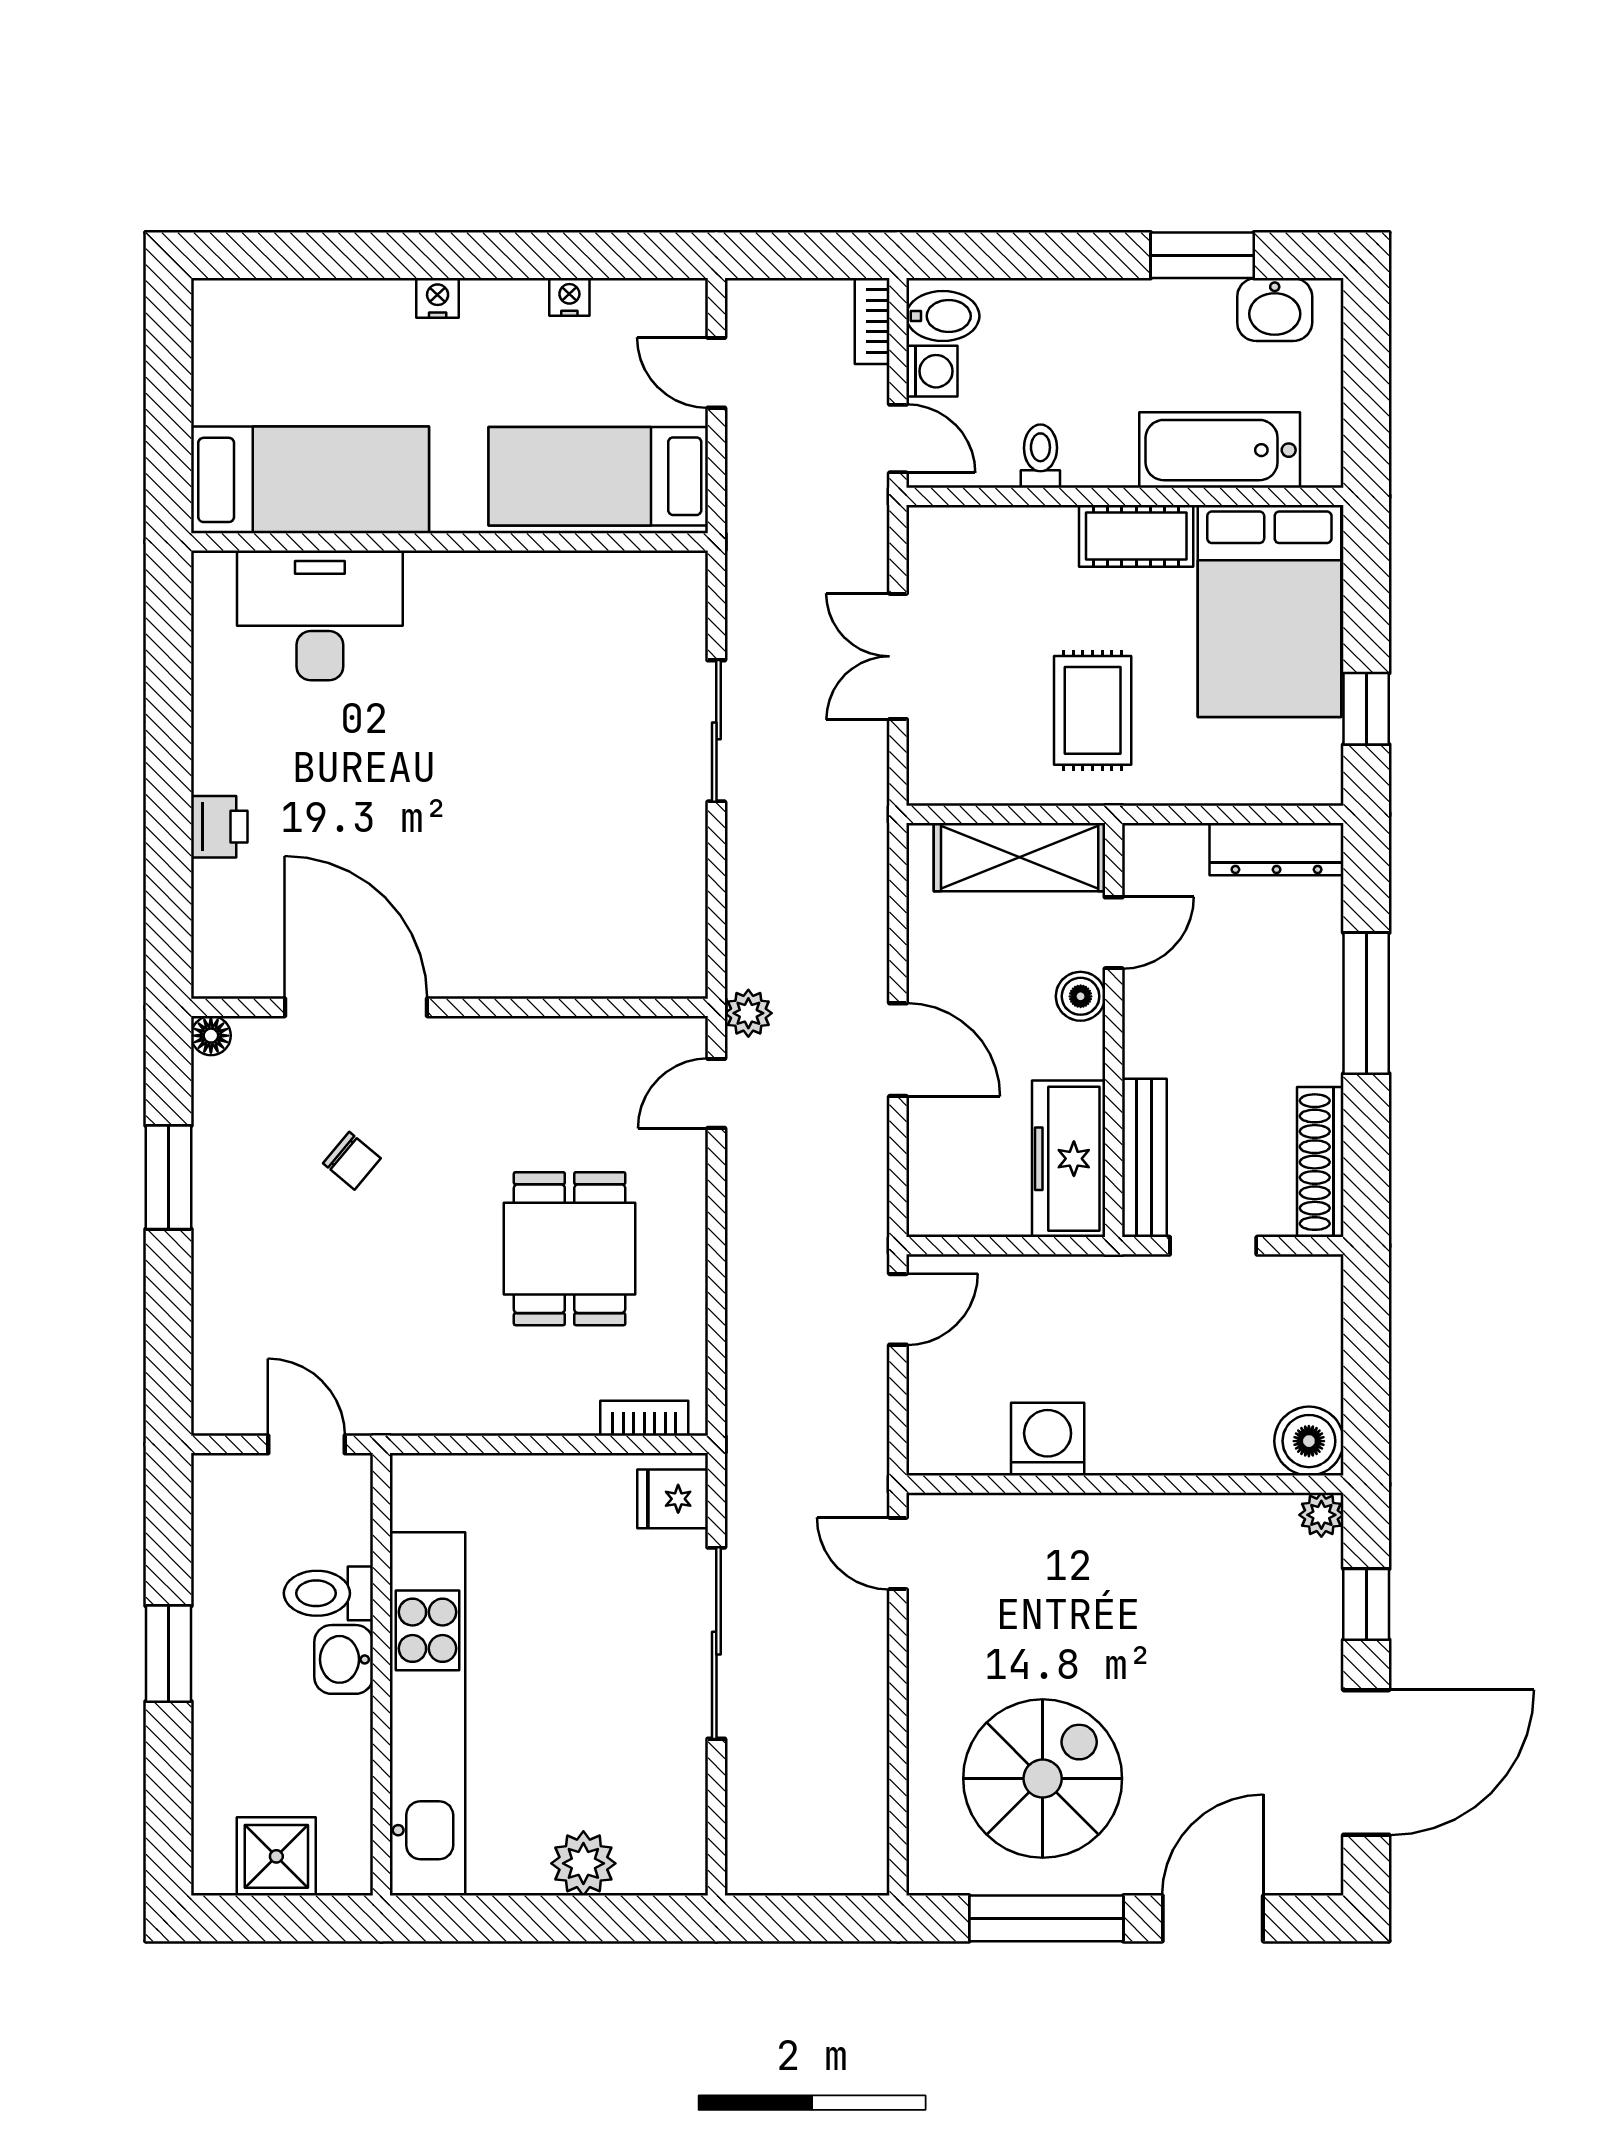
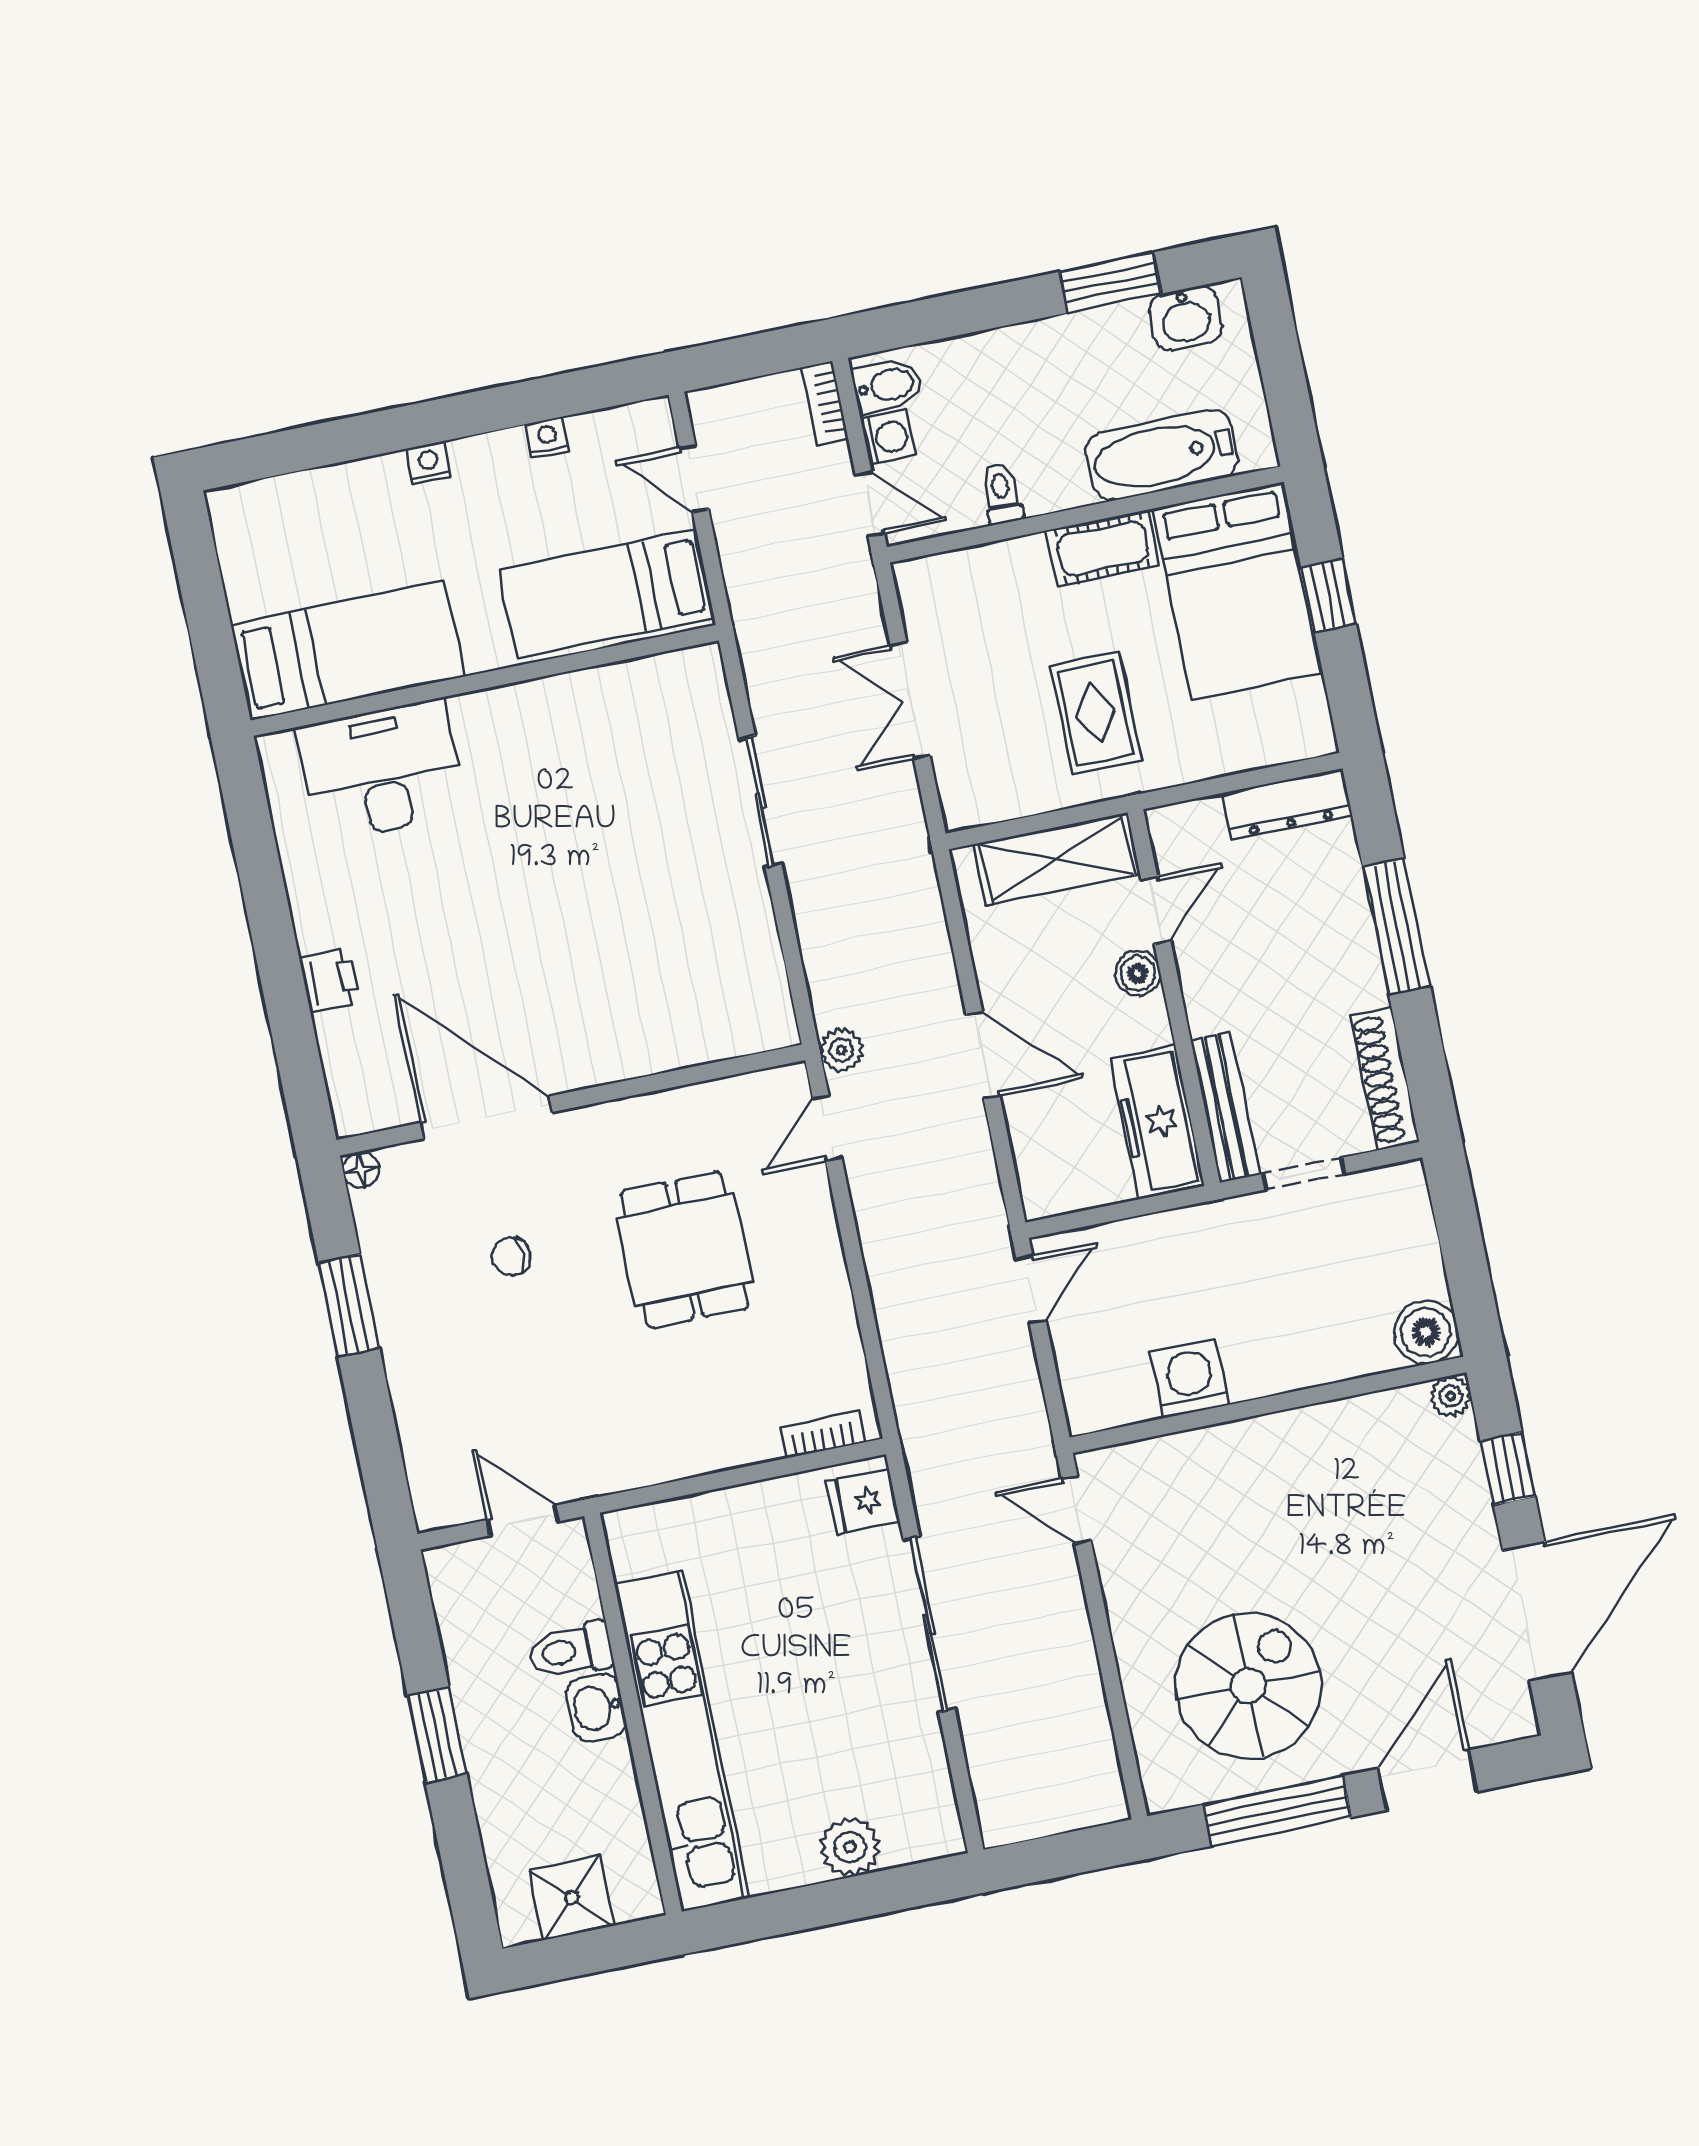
window: (1366, 709) -> (1328, 595), moved
chair: (352, 1161) -> (511, 1256), turned 140
dining table: (570, 1249) -> (684, 1250), moved

